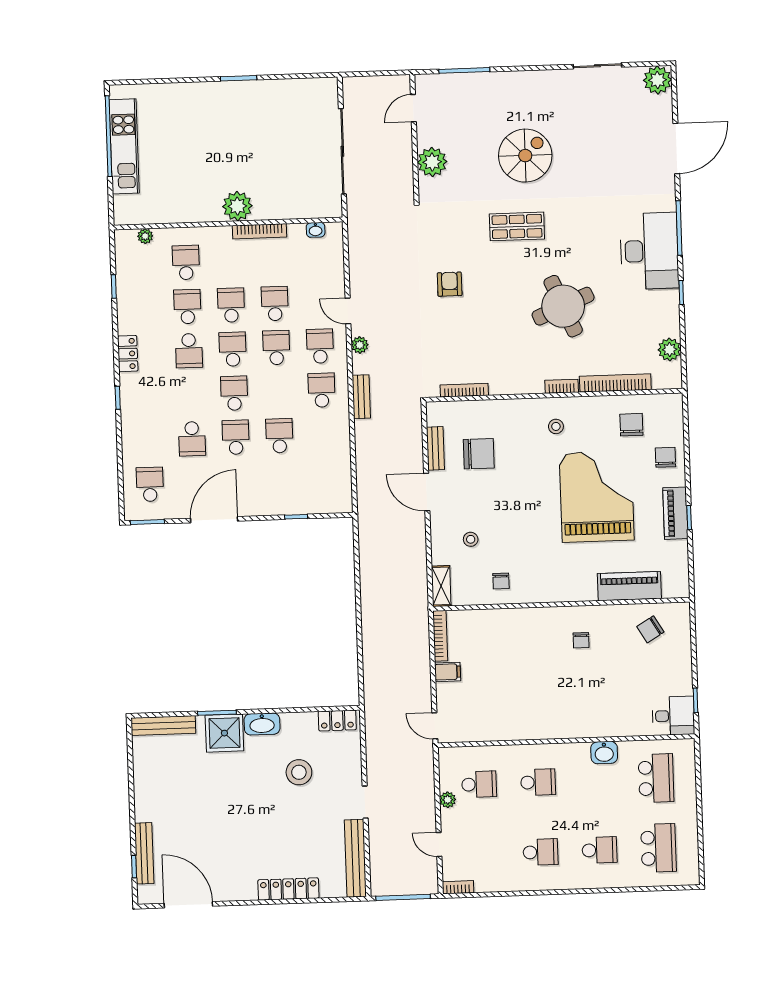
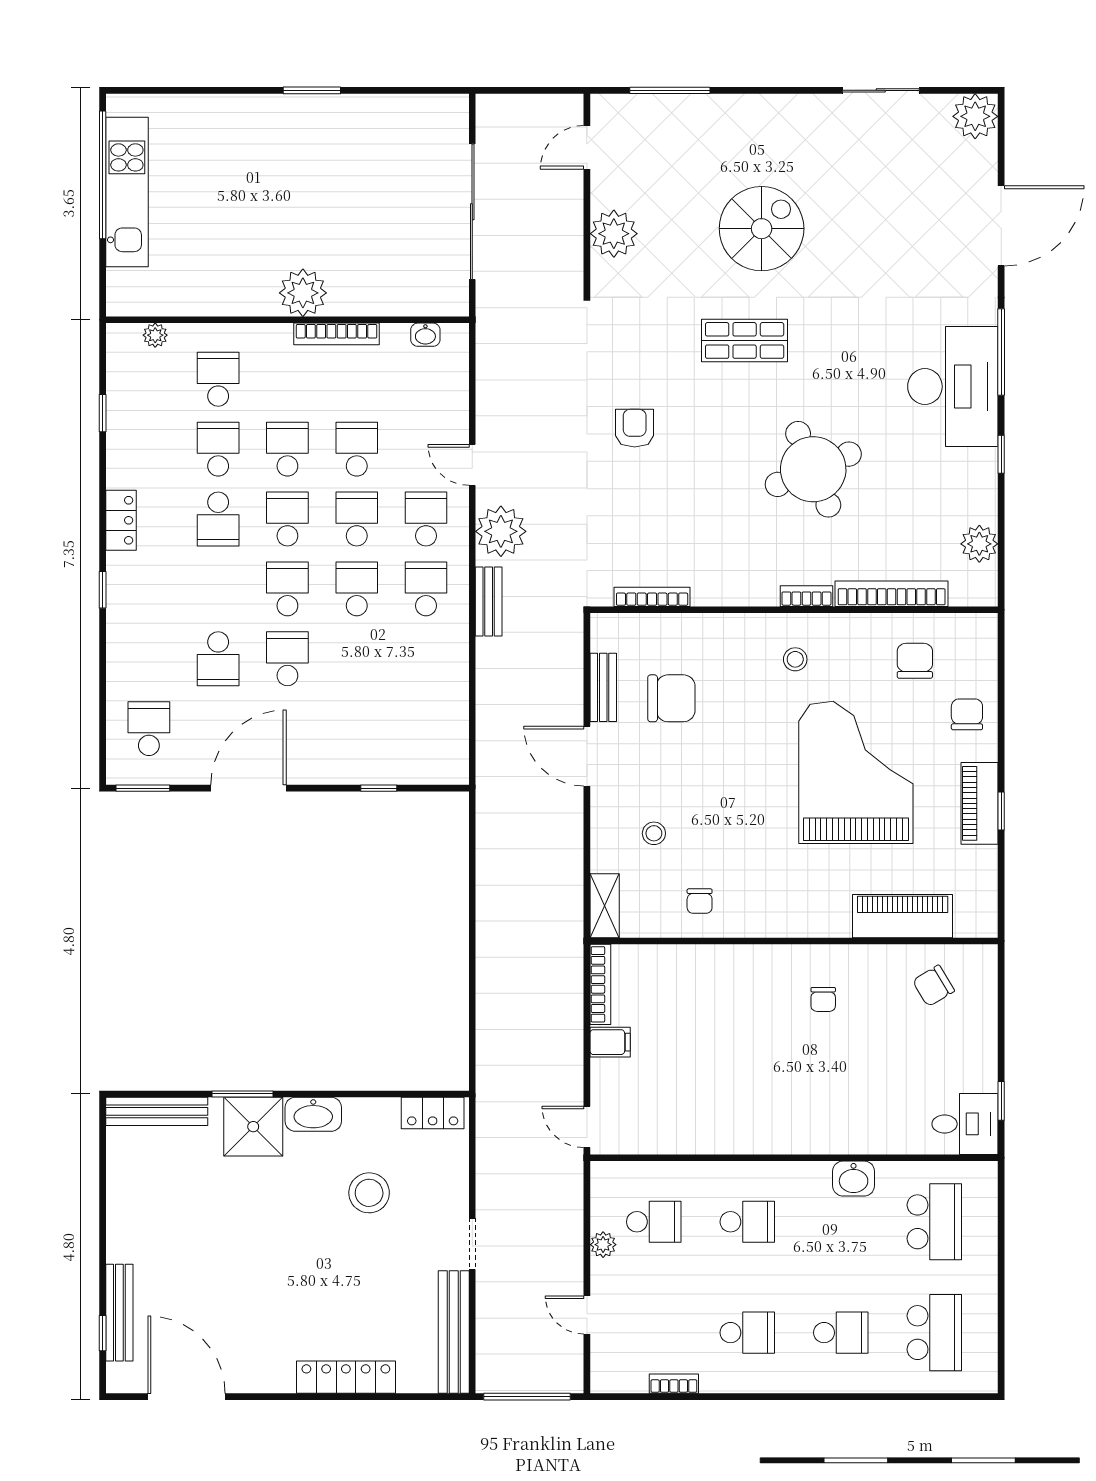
plant: (360, 345) -> (501, 531), width x1.87, depth x1.87
school desk: (279, 436) -> (357, 589), moved
bookcase: (458, 887) -> (674, 1384), moved

